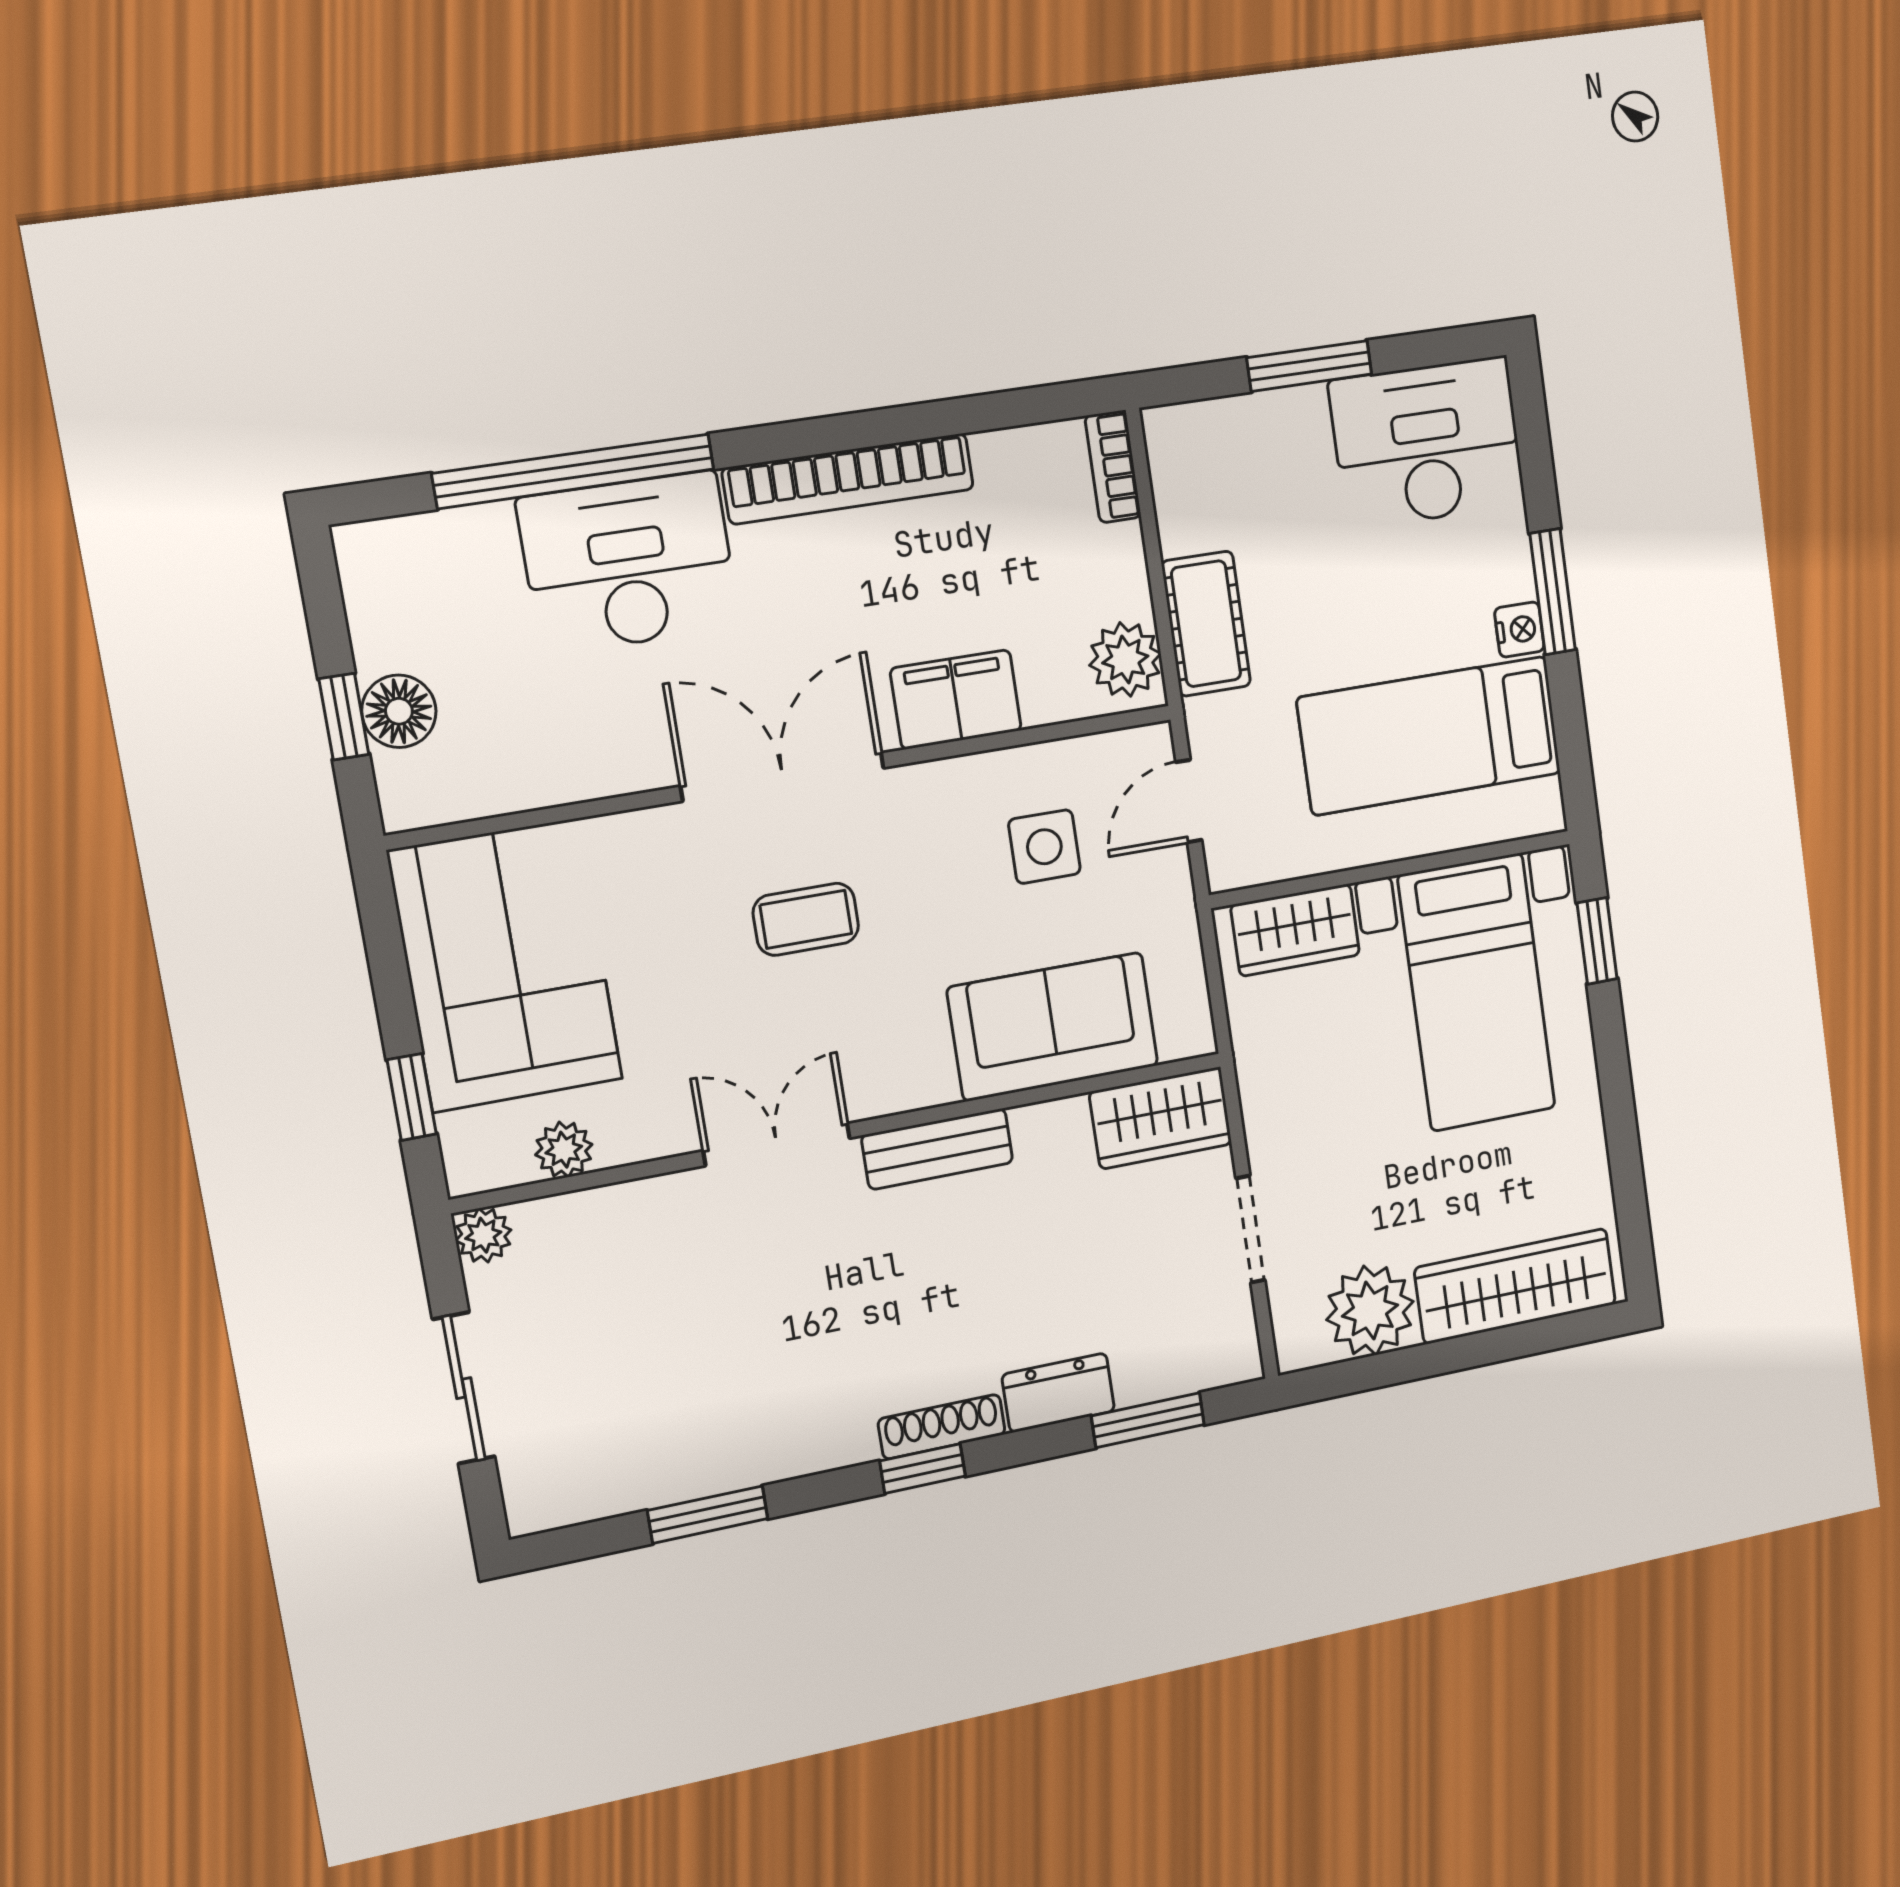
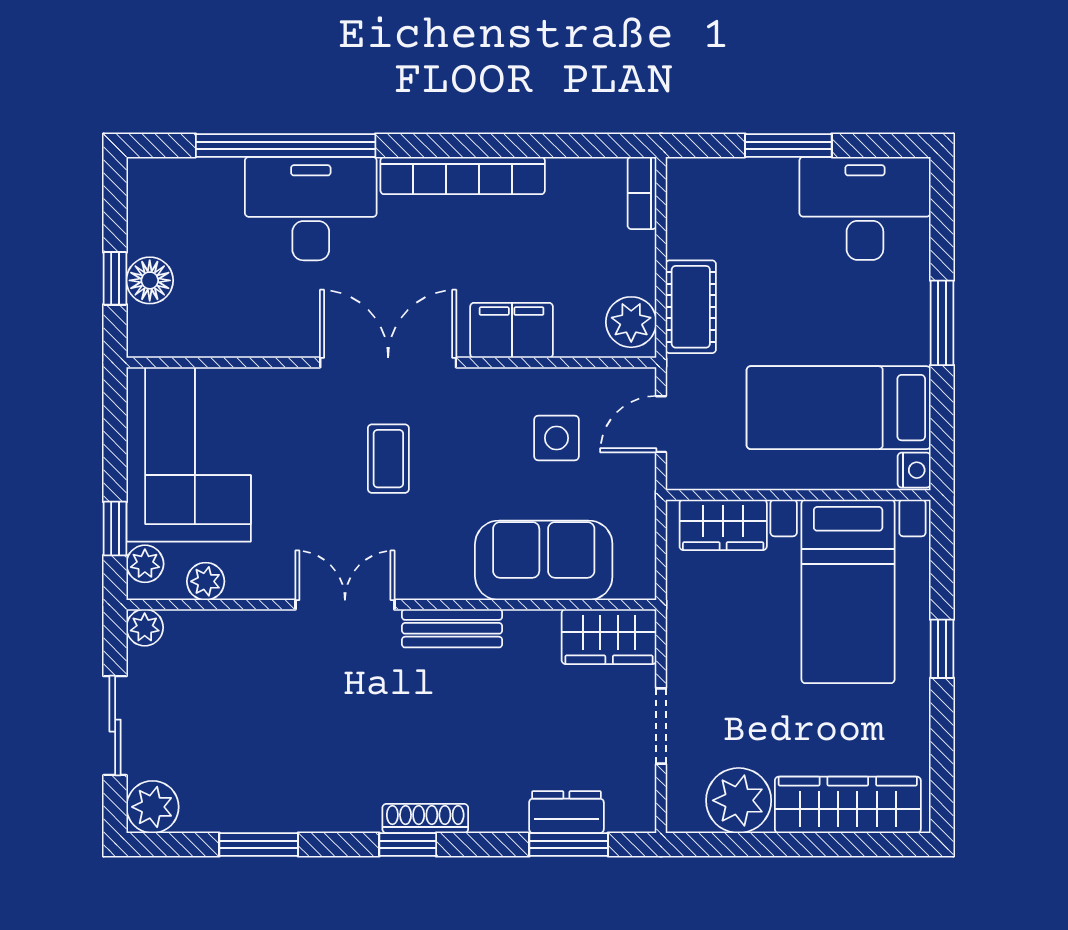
nightstand: (1519, 630) -> (914, 470), moved
coffee table: (806, 919) -> (388, 459), turned 90
window: (1597, 941) -> (942, 649), moved
plant: (467, 1141) -> (145, 564), added
dresser: (1058, 1393) -> (566, 812), moved
plant: (541, 1494) -> (153, 807), added

